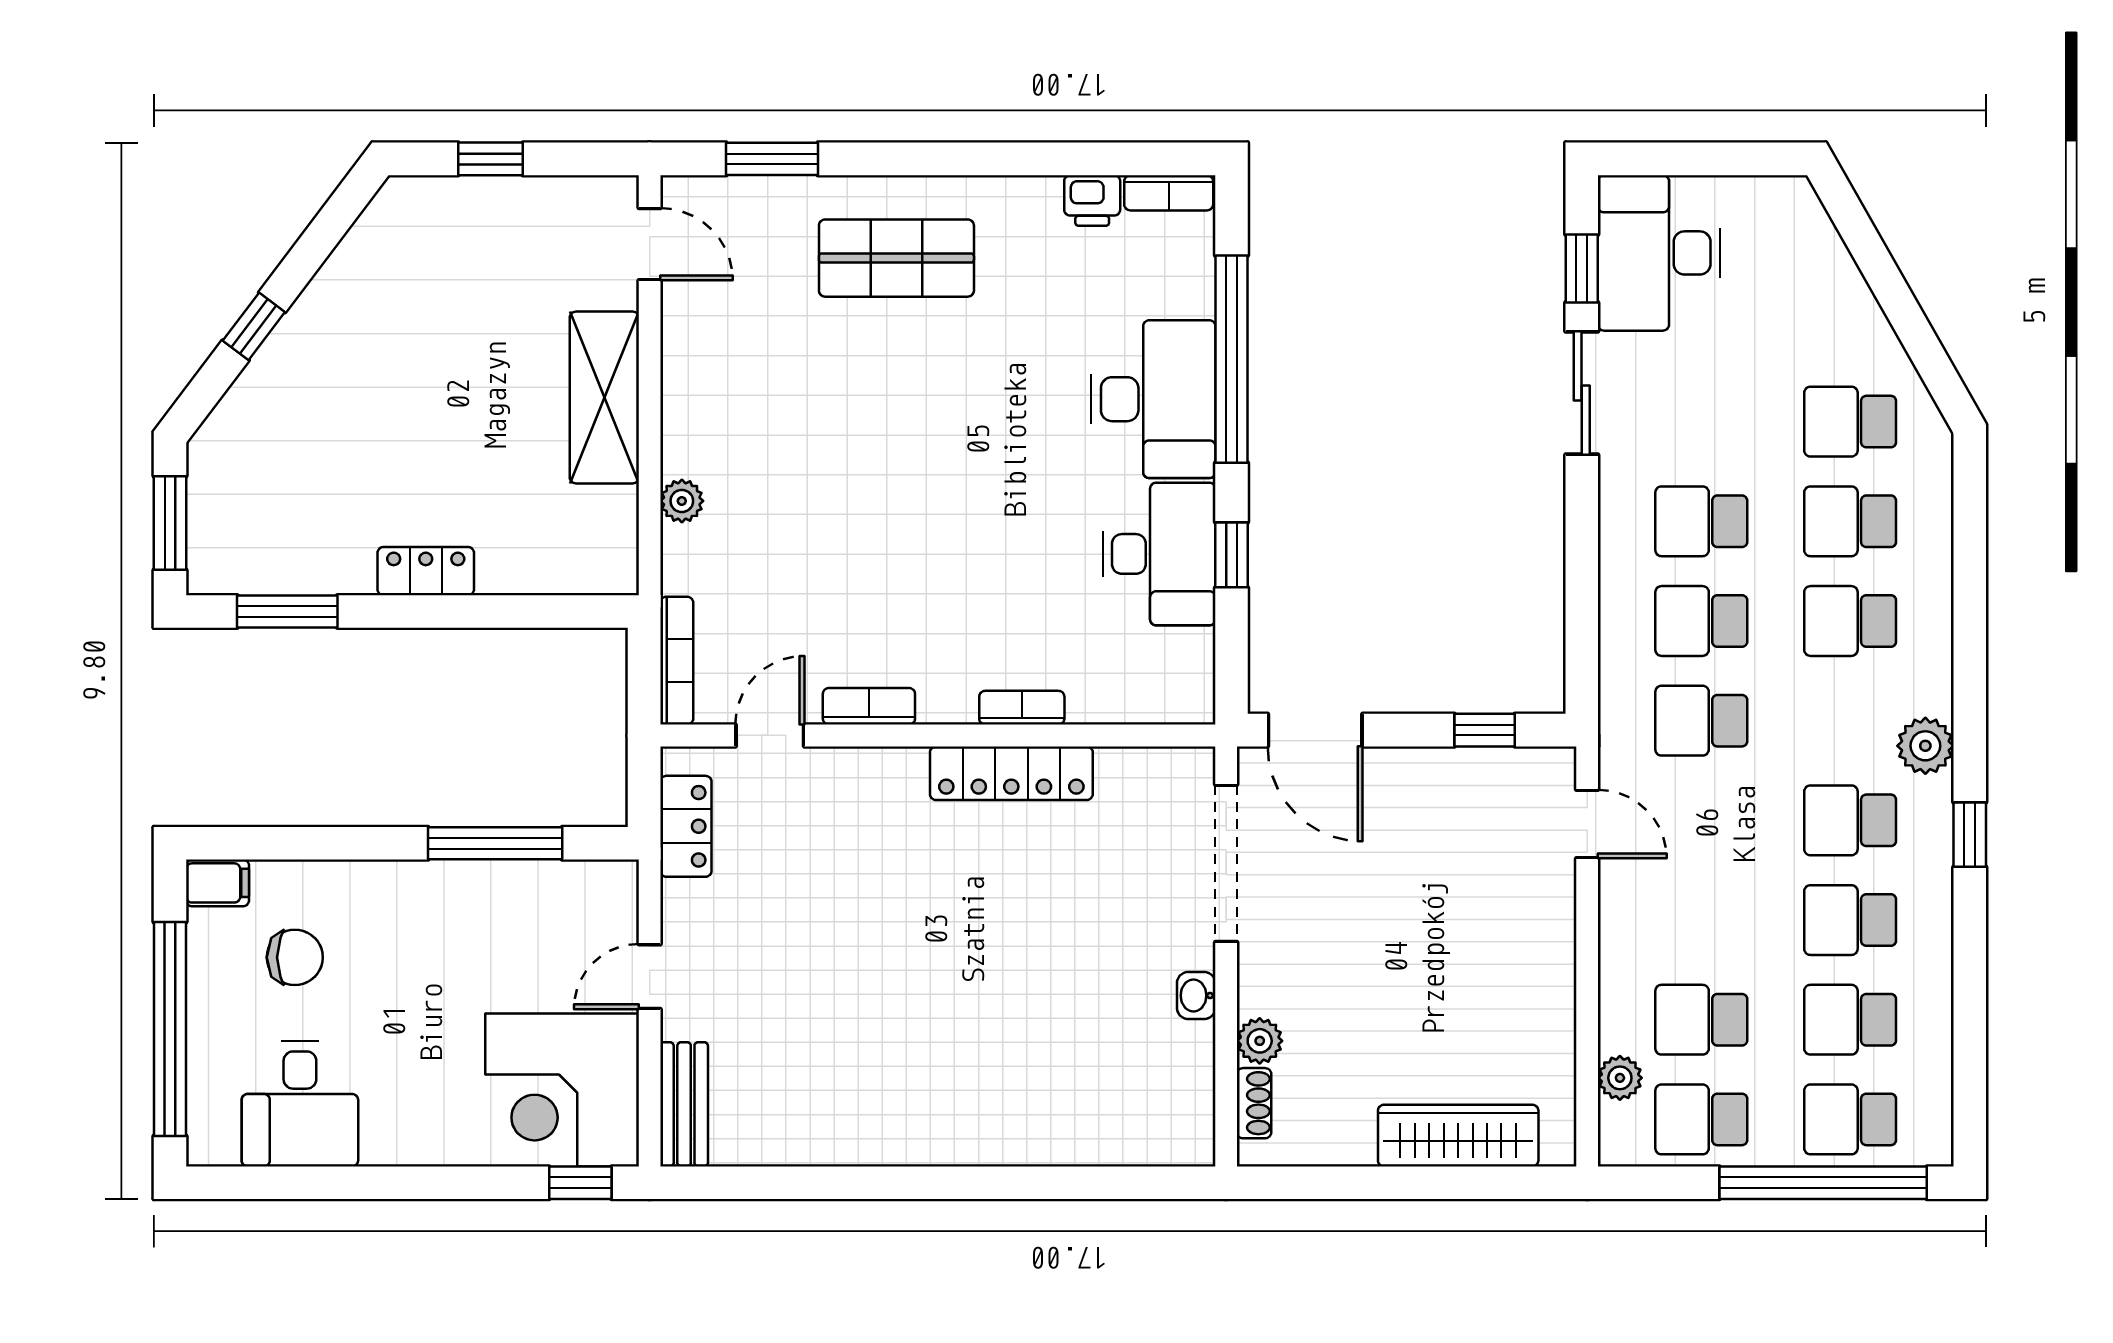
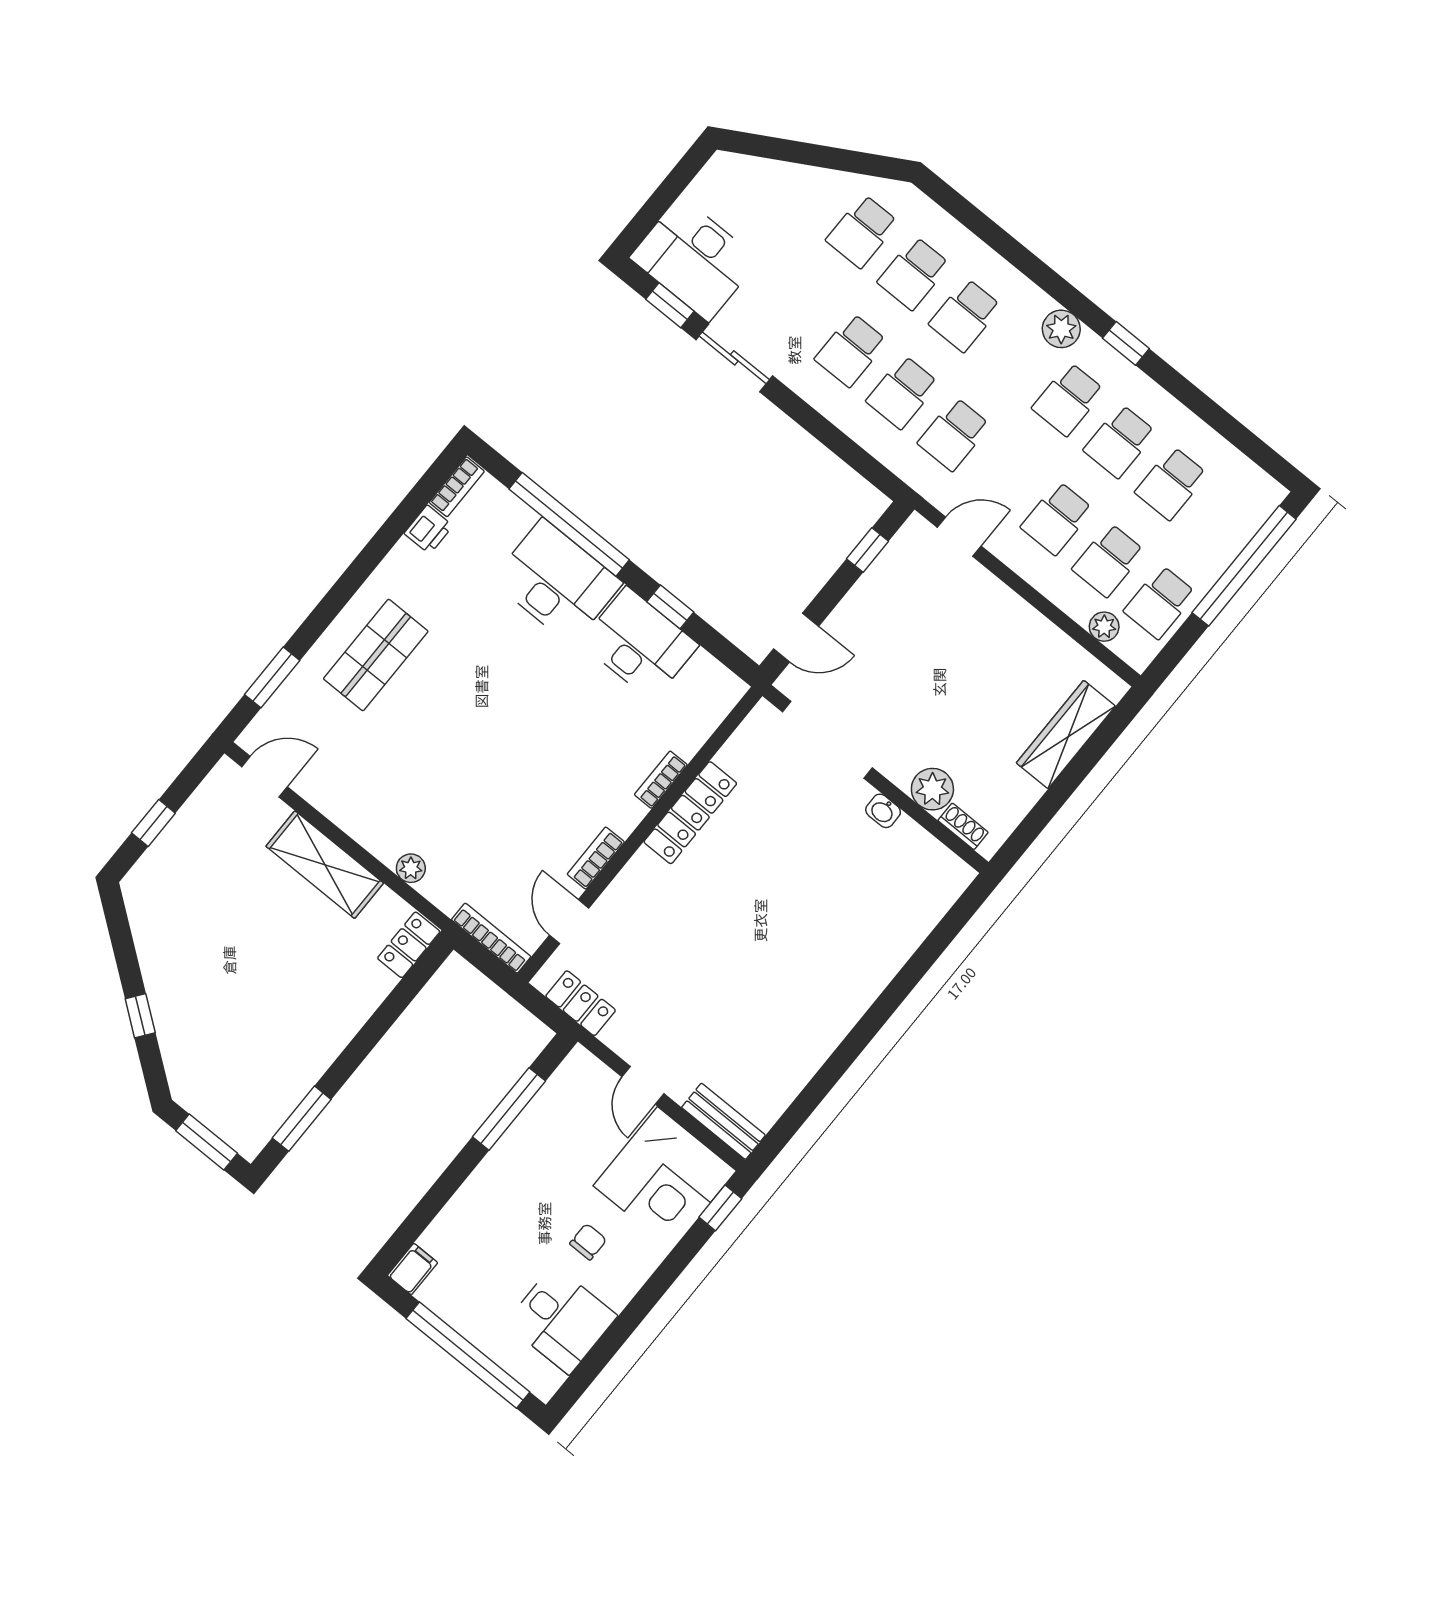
locker: (426, 571) -> (409, 945), moved
door: (1315, 730) -> (796, 638), width x0.73
chair: (295, 957) -> (588, 1242), moved, width x0.73, depth x0.73
plant: (1260, 1041) -> (932, 789), width x1.38, depth x1.38
school desk: (1850, 1119) -> (1057, 518), moved

